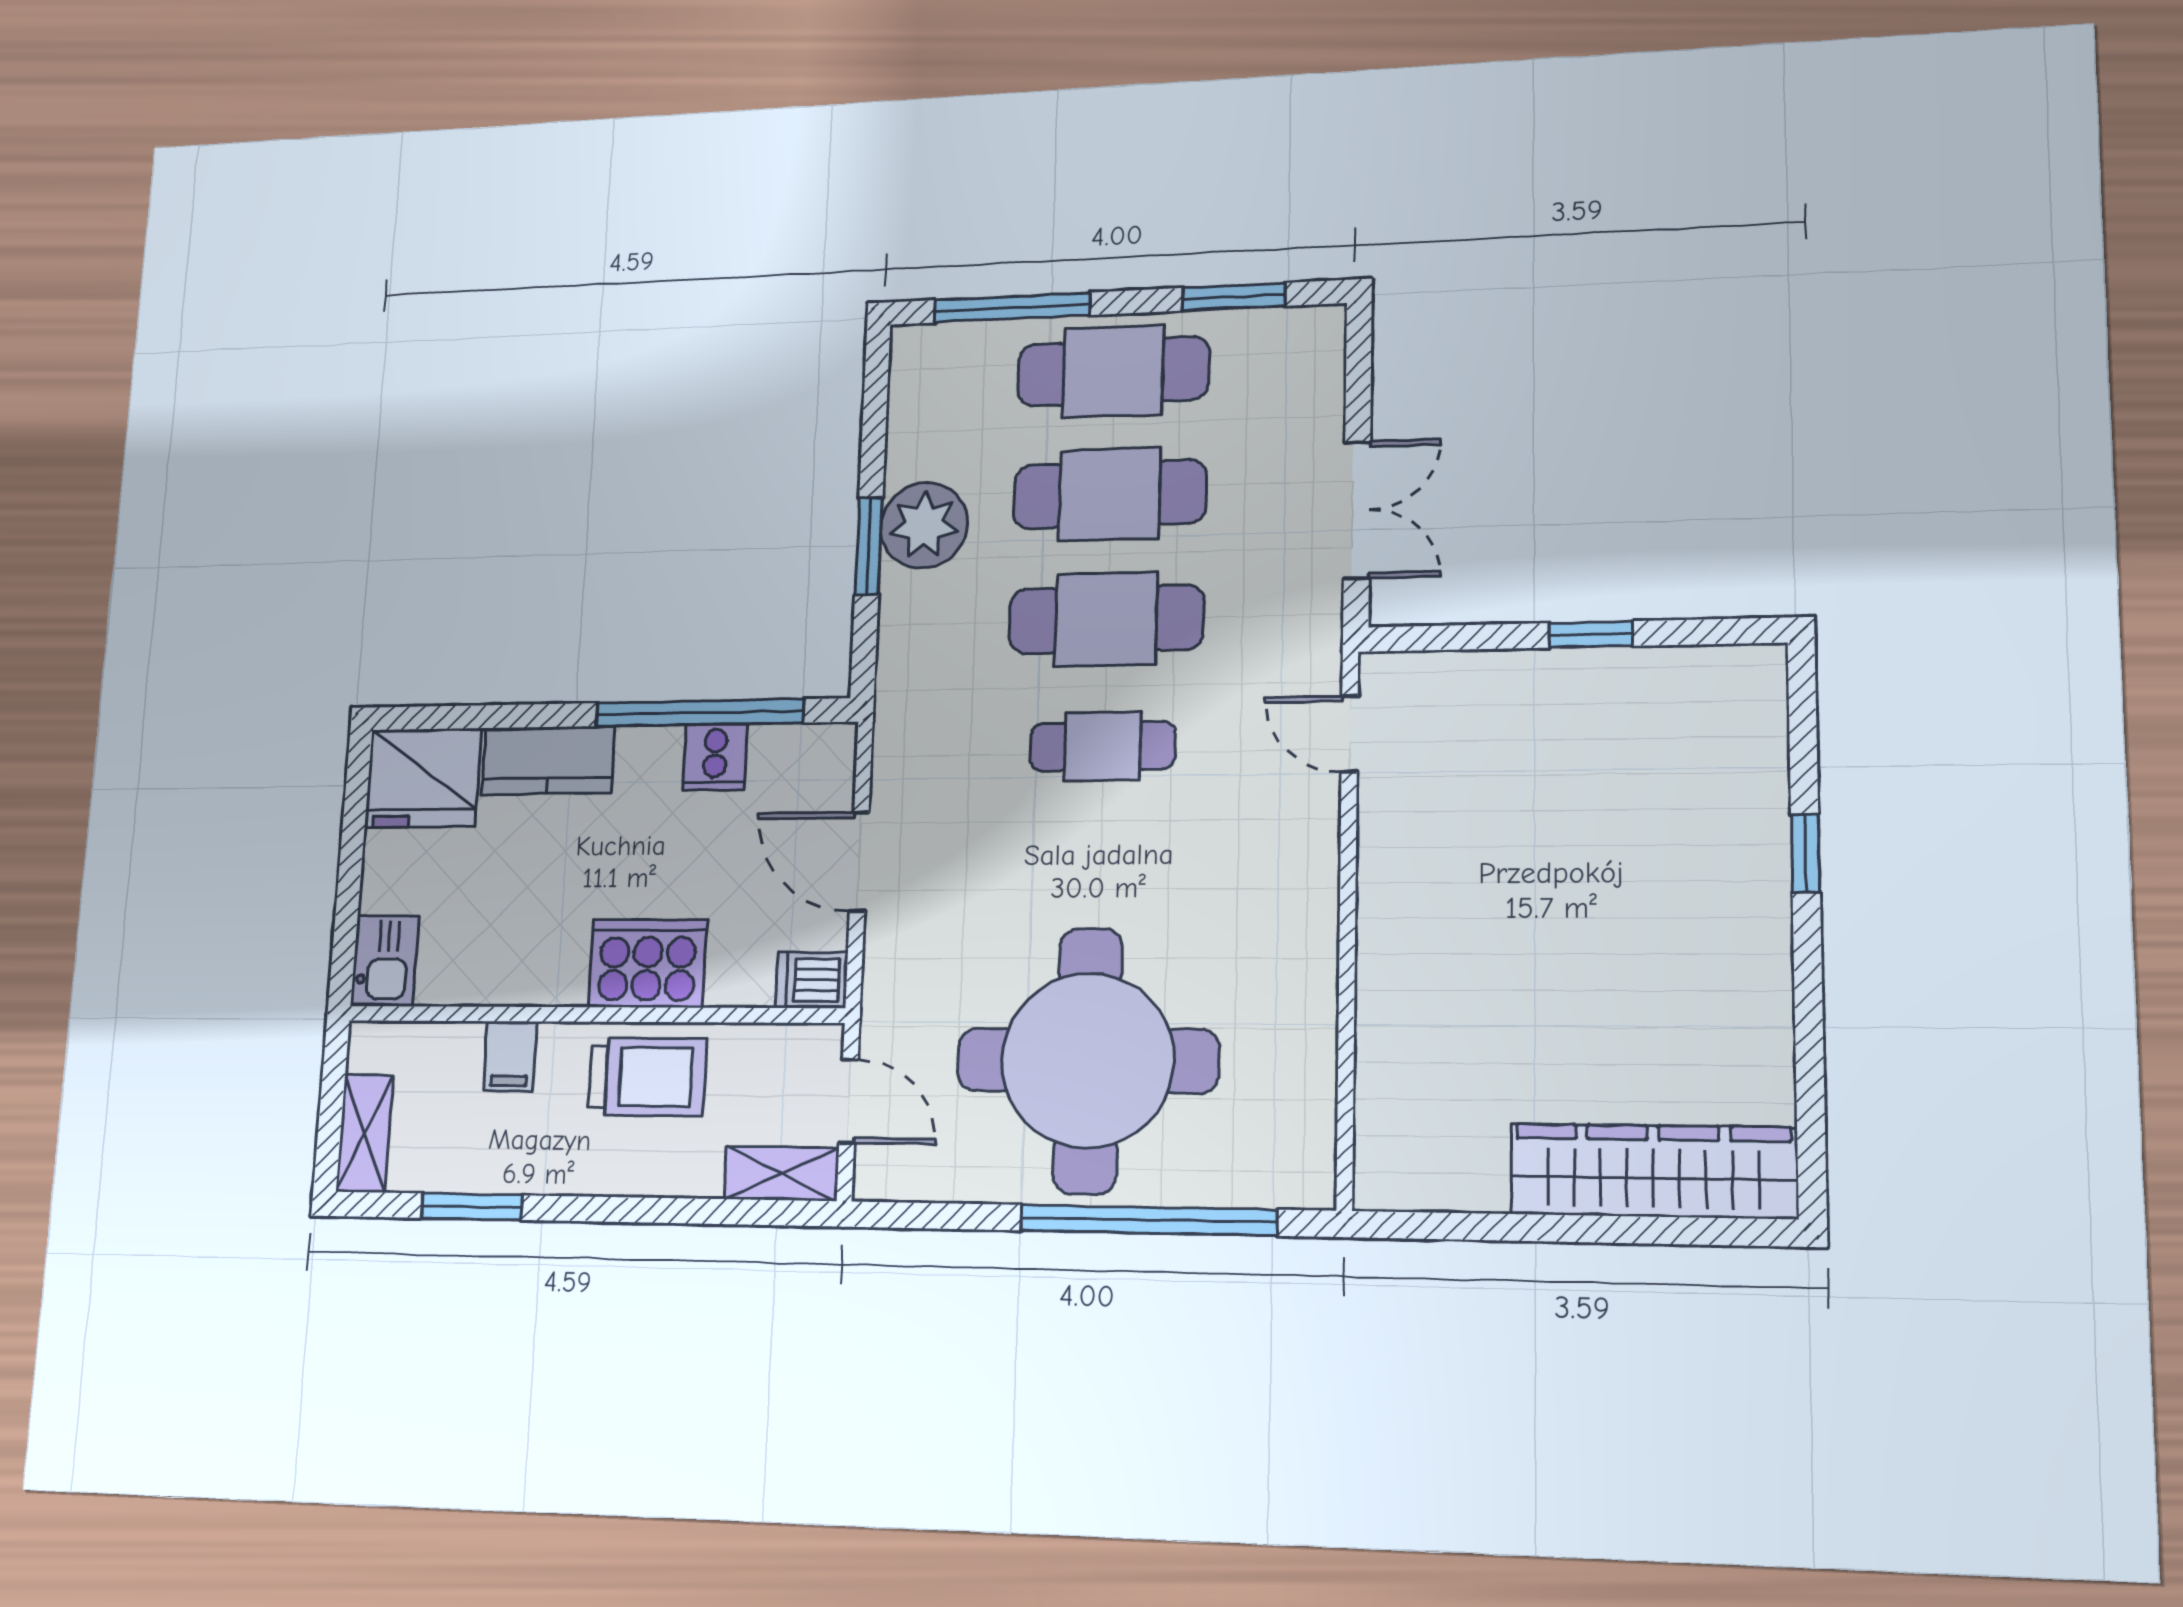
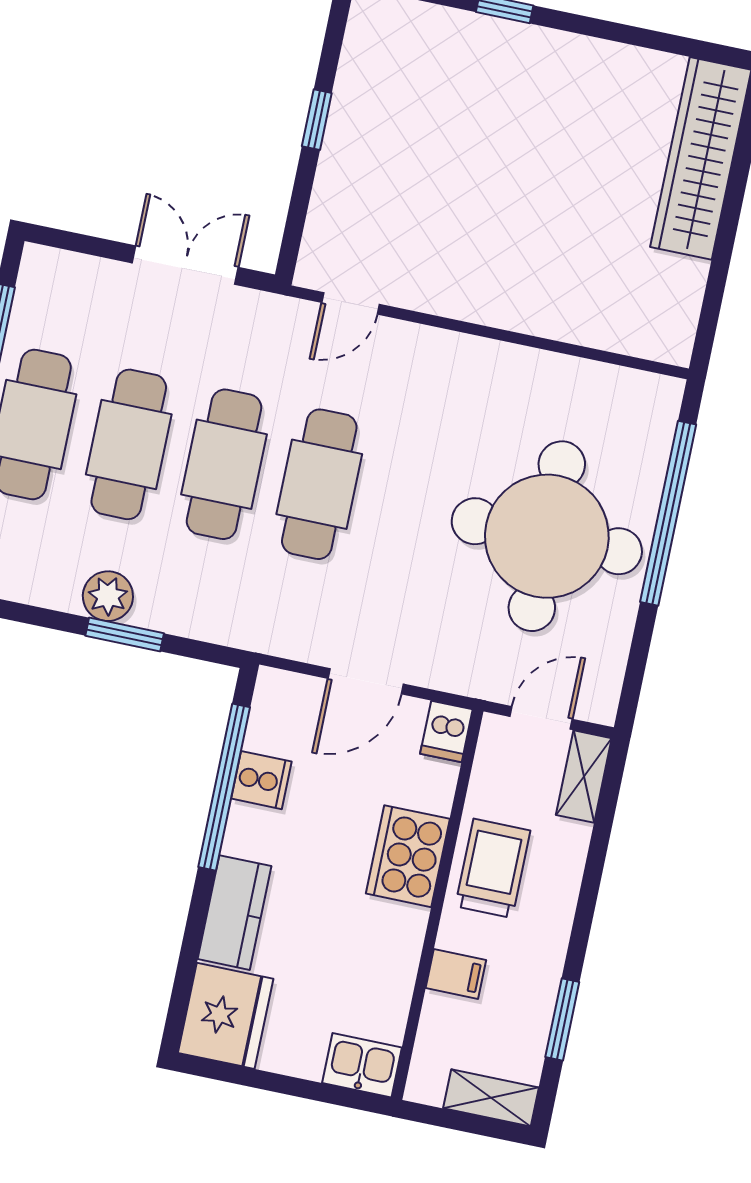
plant: (924, 525) -> (108, 596), width x0.73, depth x0.73
cafe table: (1102, 746) -> (319, 484), width x1.37, depth x1.35

